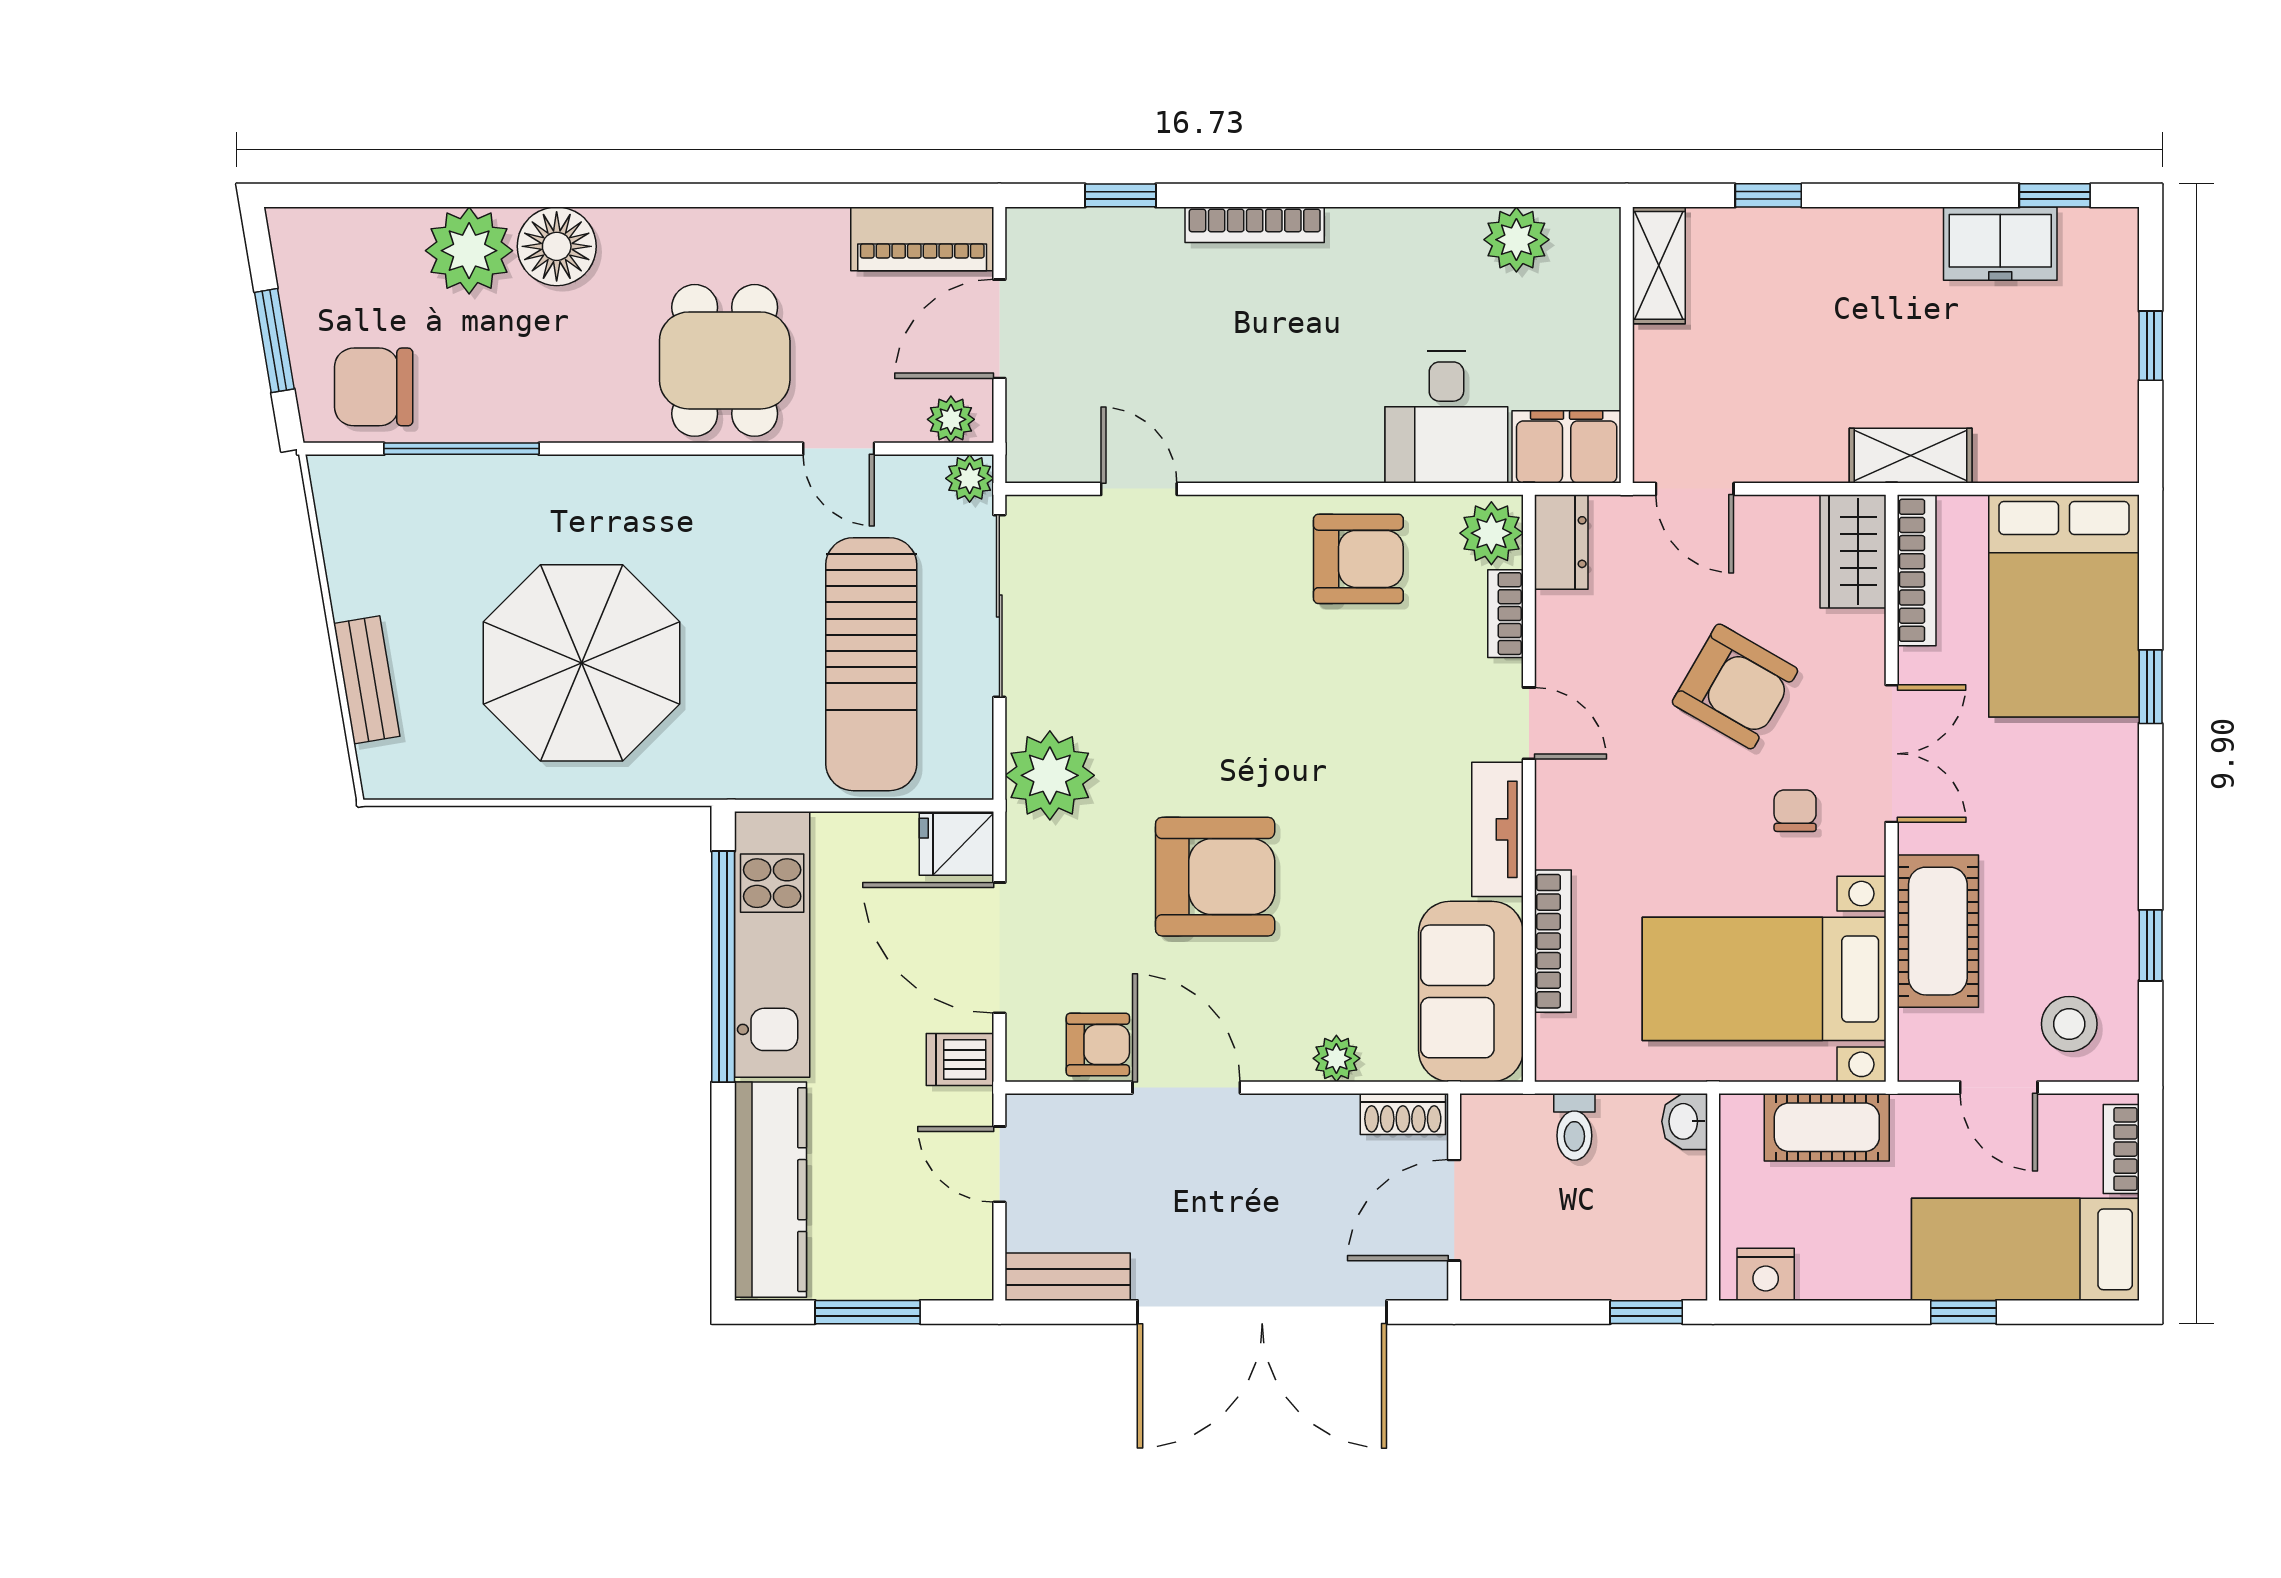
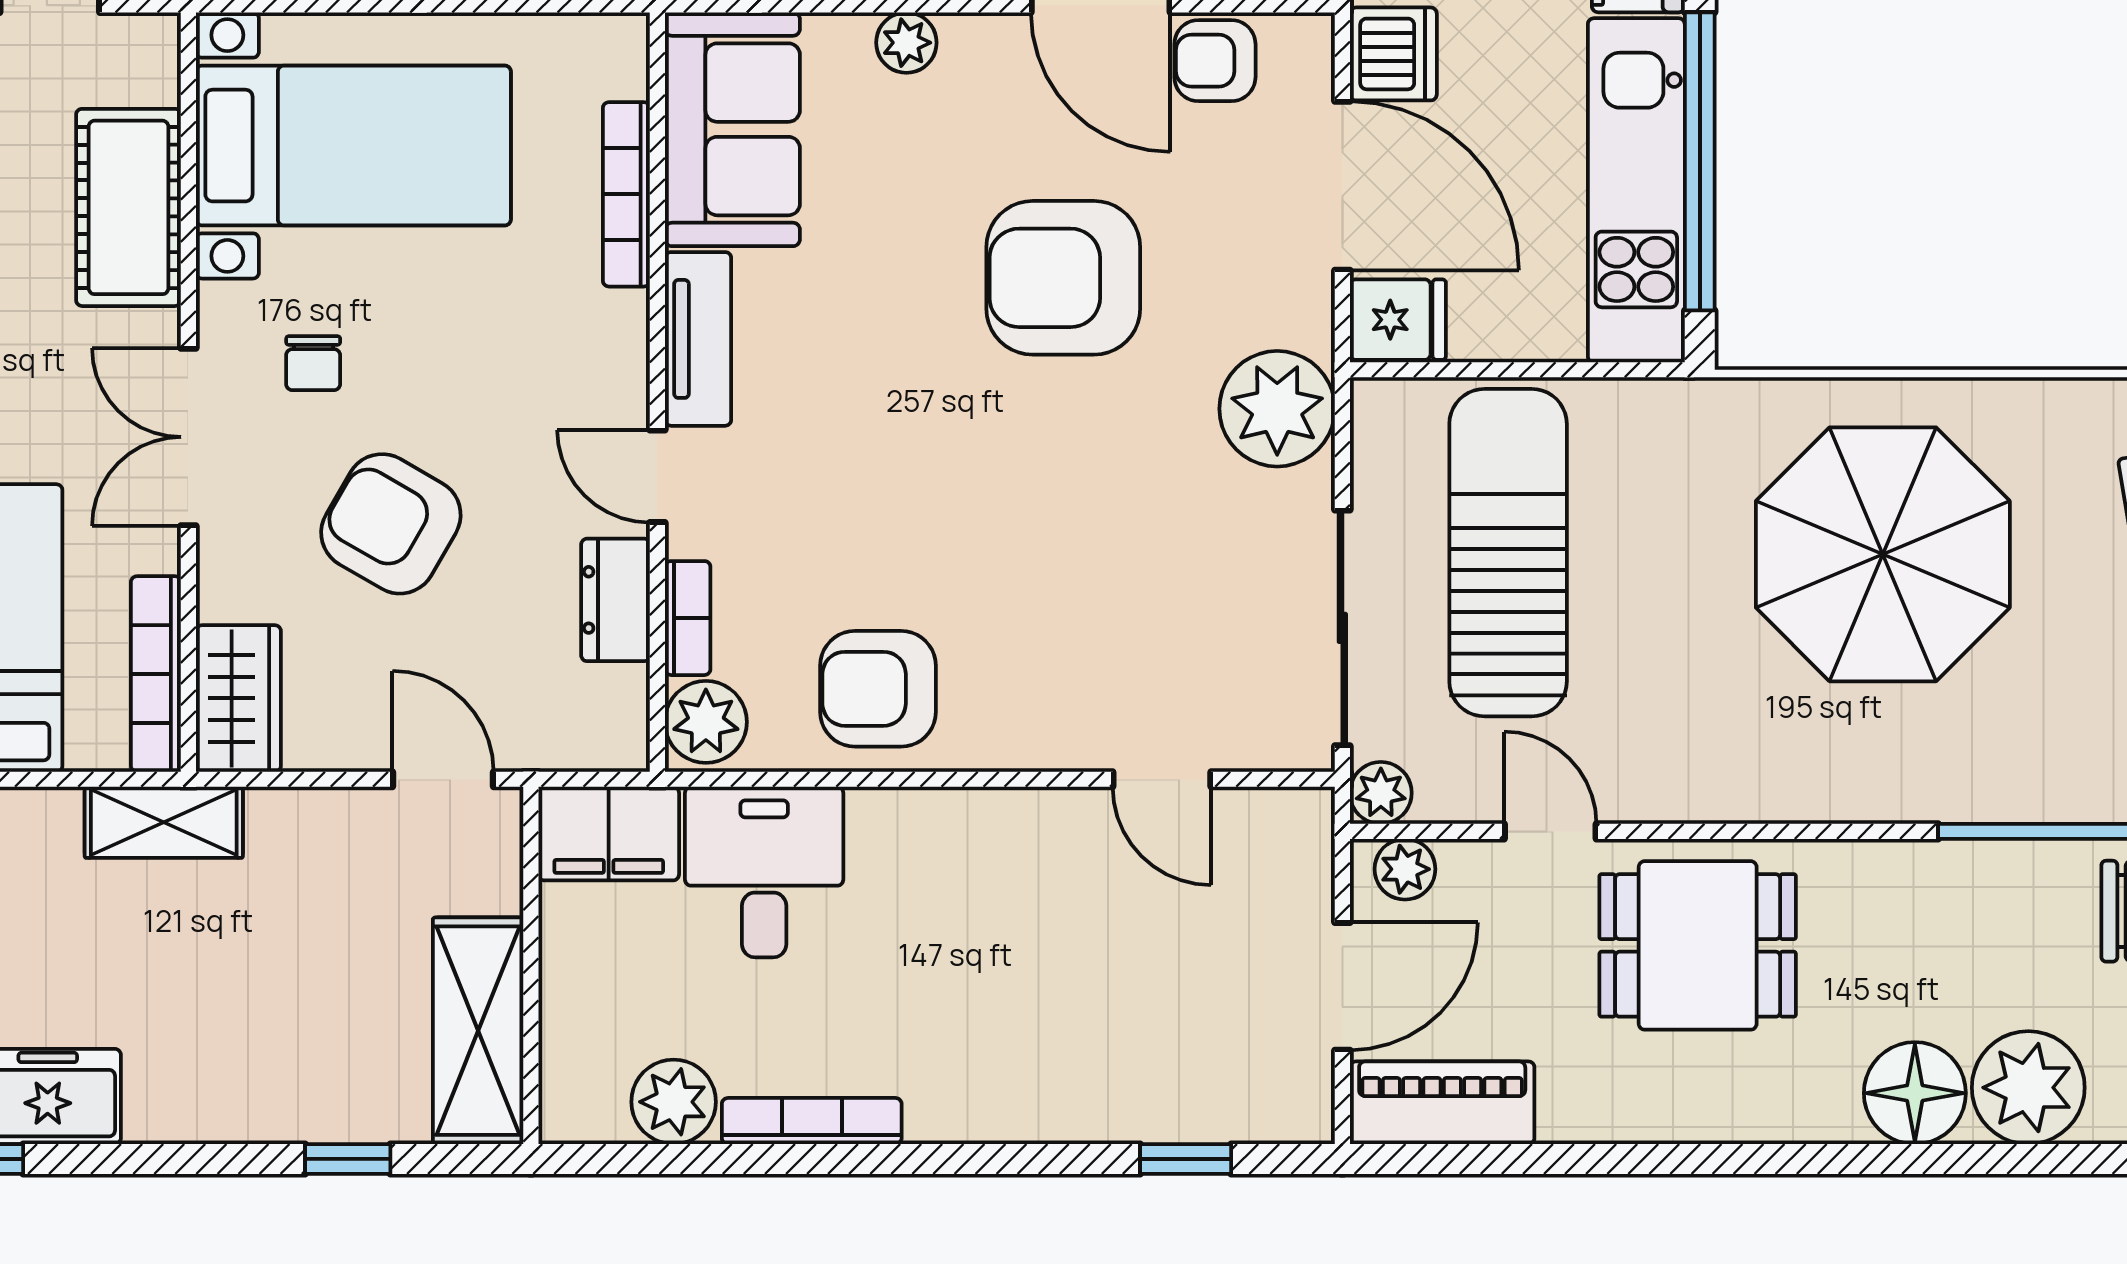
bookcase: (1255, 225) -> (812, 1121), moved
shelving: (1659, 265) -> (478, 1031), width x1.50, depth x1.33
dining table: (725, 360) -> (1698, 945), turned 90
dresser: (1561, 542) -> (616, 600), moved
dishwasher: (960, 1060) -> (1393, 54), width x1.38

